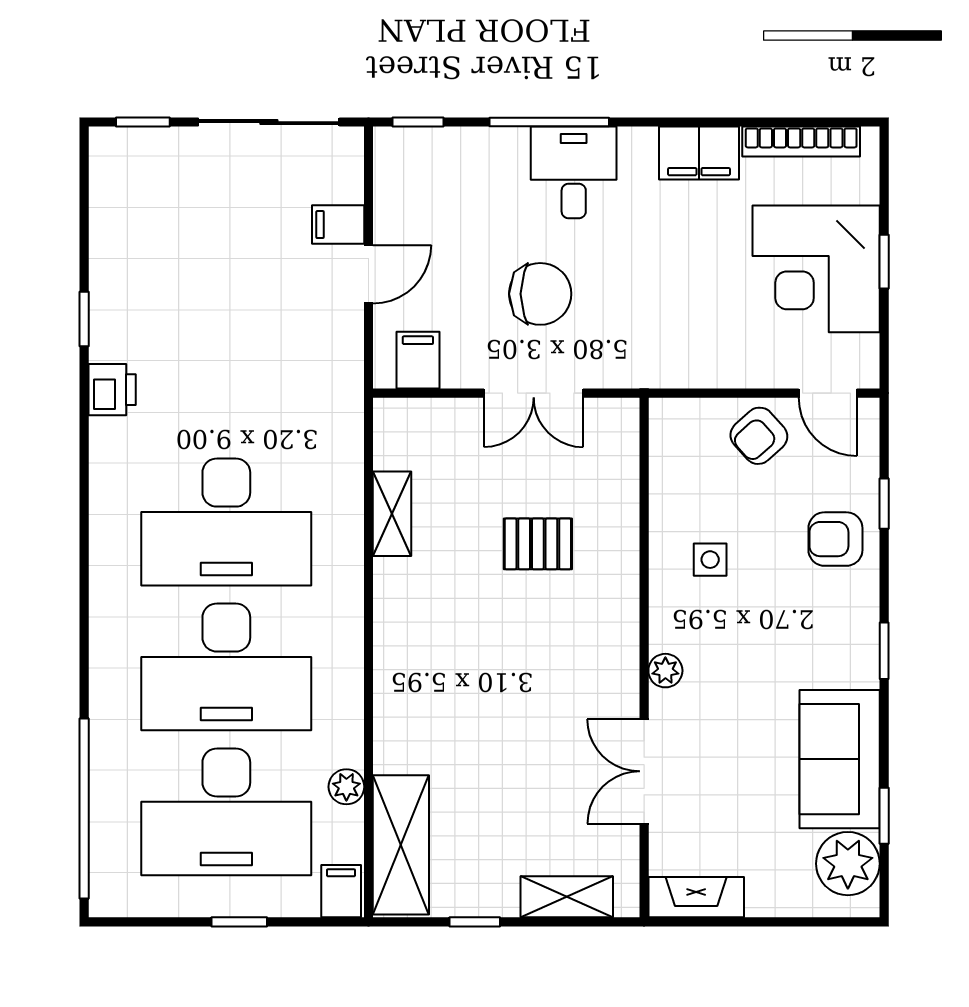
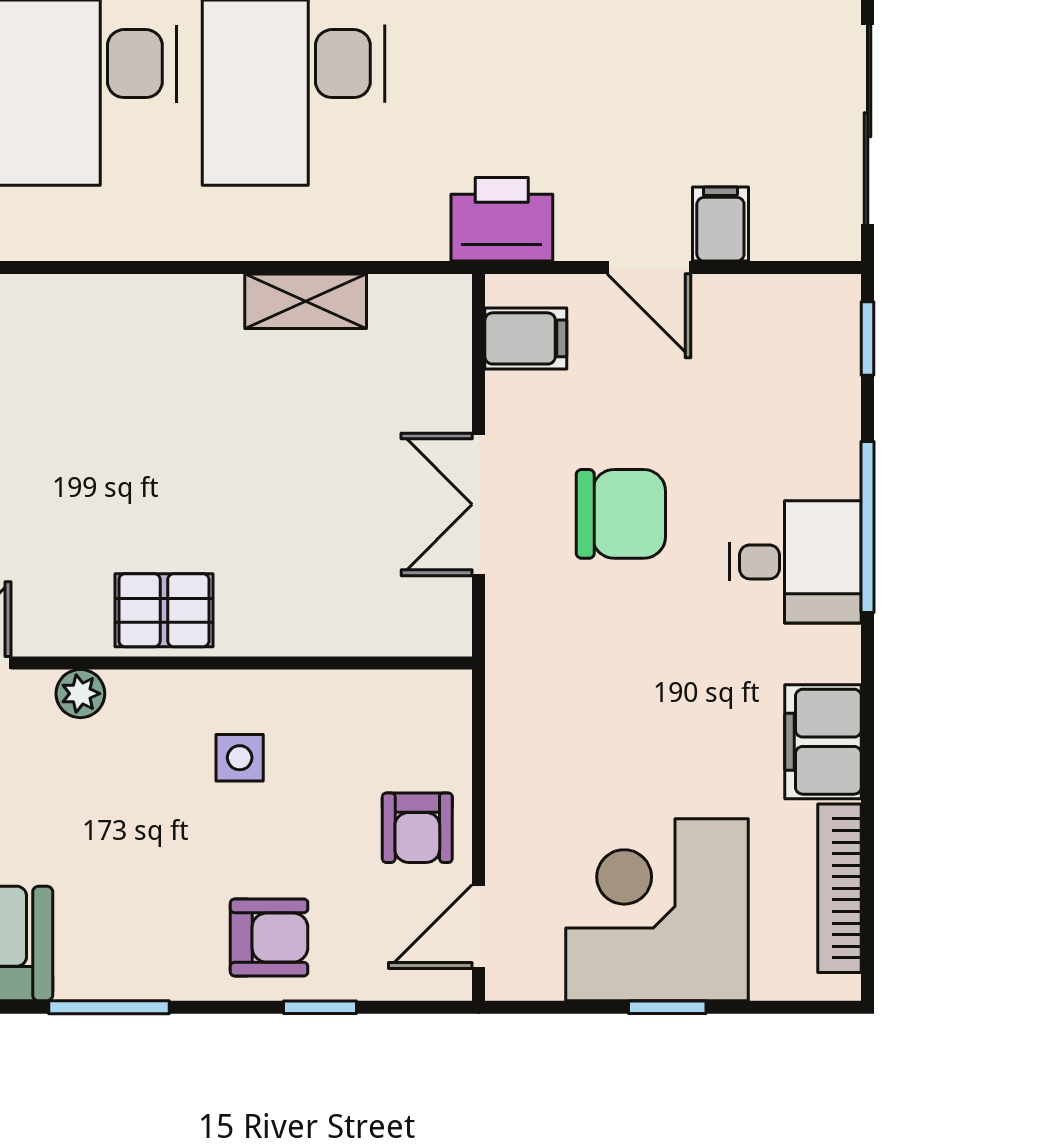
chair: (540, 294) -> (621, 514), turned -90
printer: (335, 377) -> (502, 219), added
armchair: (759, 436) -> (417, 828), turned -138
armchair: (835, 539) -> (269, 938), turned 90
pallet: (538, 544) -> (164, 610), moved, turned 90
window: (884, 651) -> (109, 1007), width x1.50

